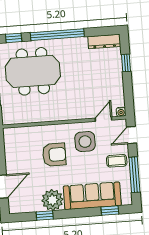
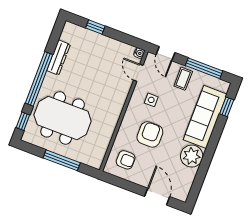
dresser: (104, 41) -> (58, 58), moved
meeting table: (33, 71) -> (63, 118), turned 90
side table: (85, 142) -> (151, 100), width x0.54, depth x0.54
armchair: (22, 144) -> (126, 160), added
window: (45, 215) -> (203, 170), removed

